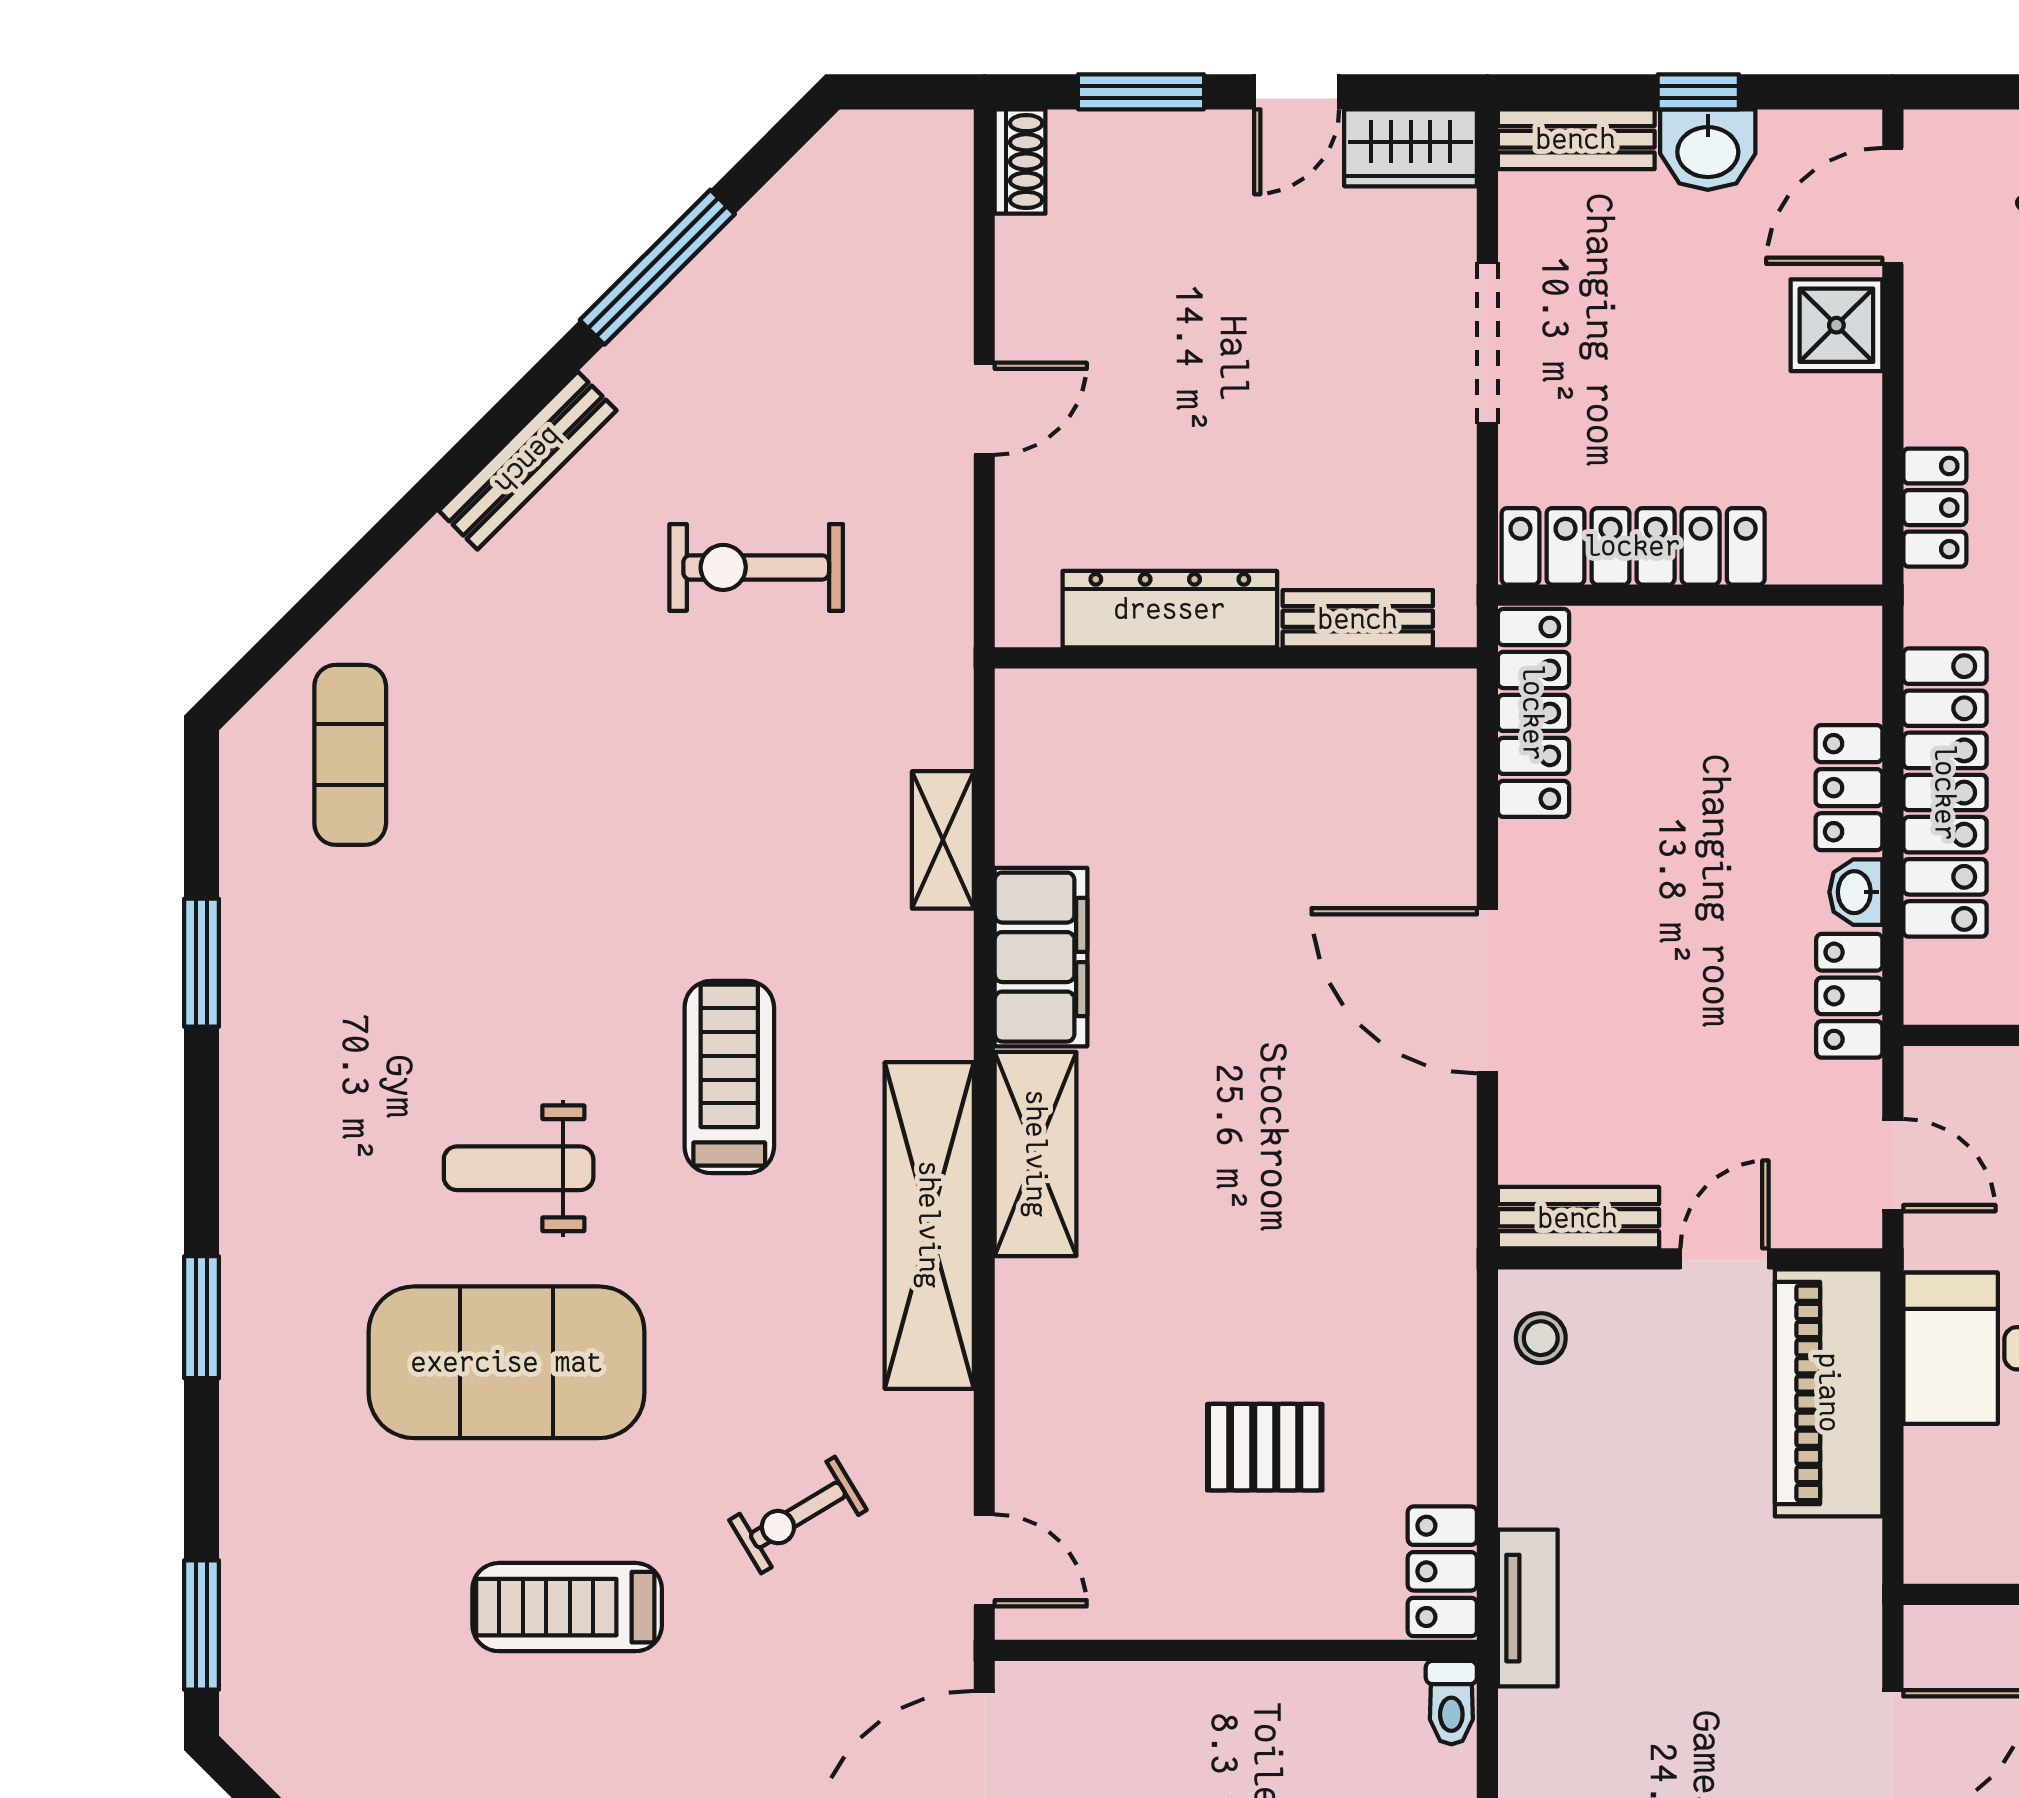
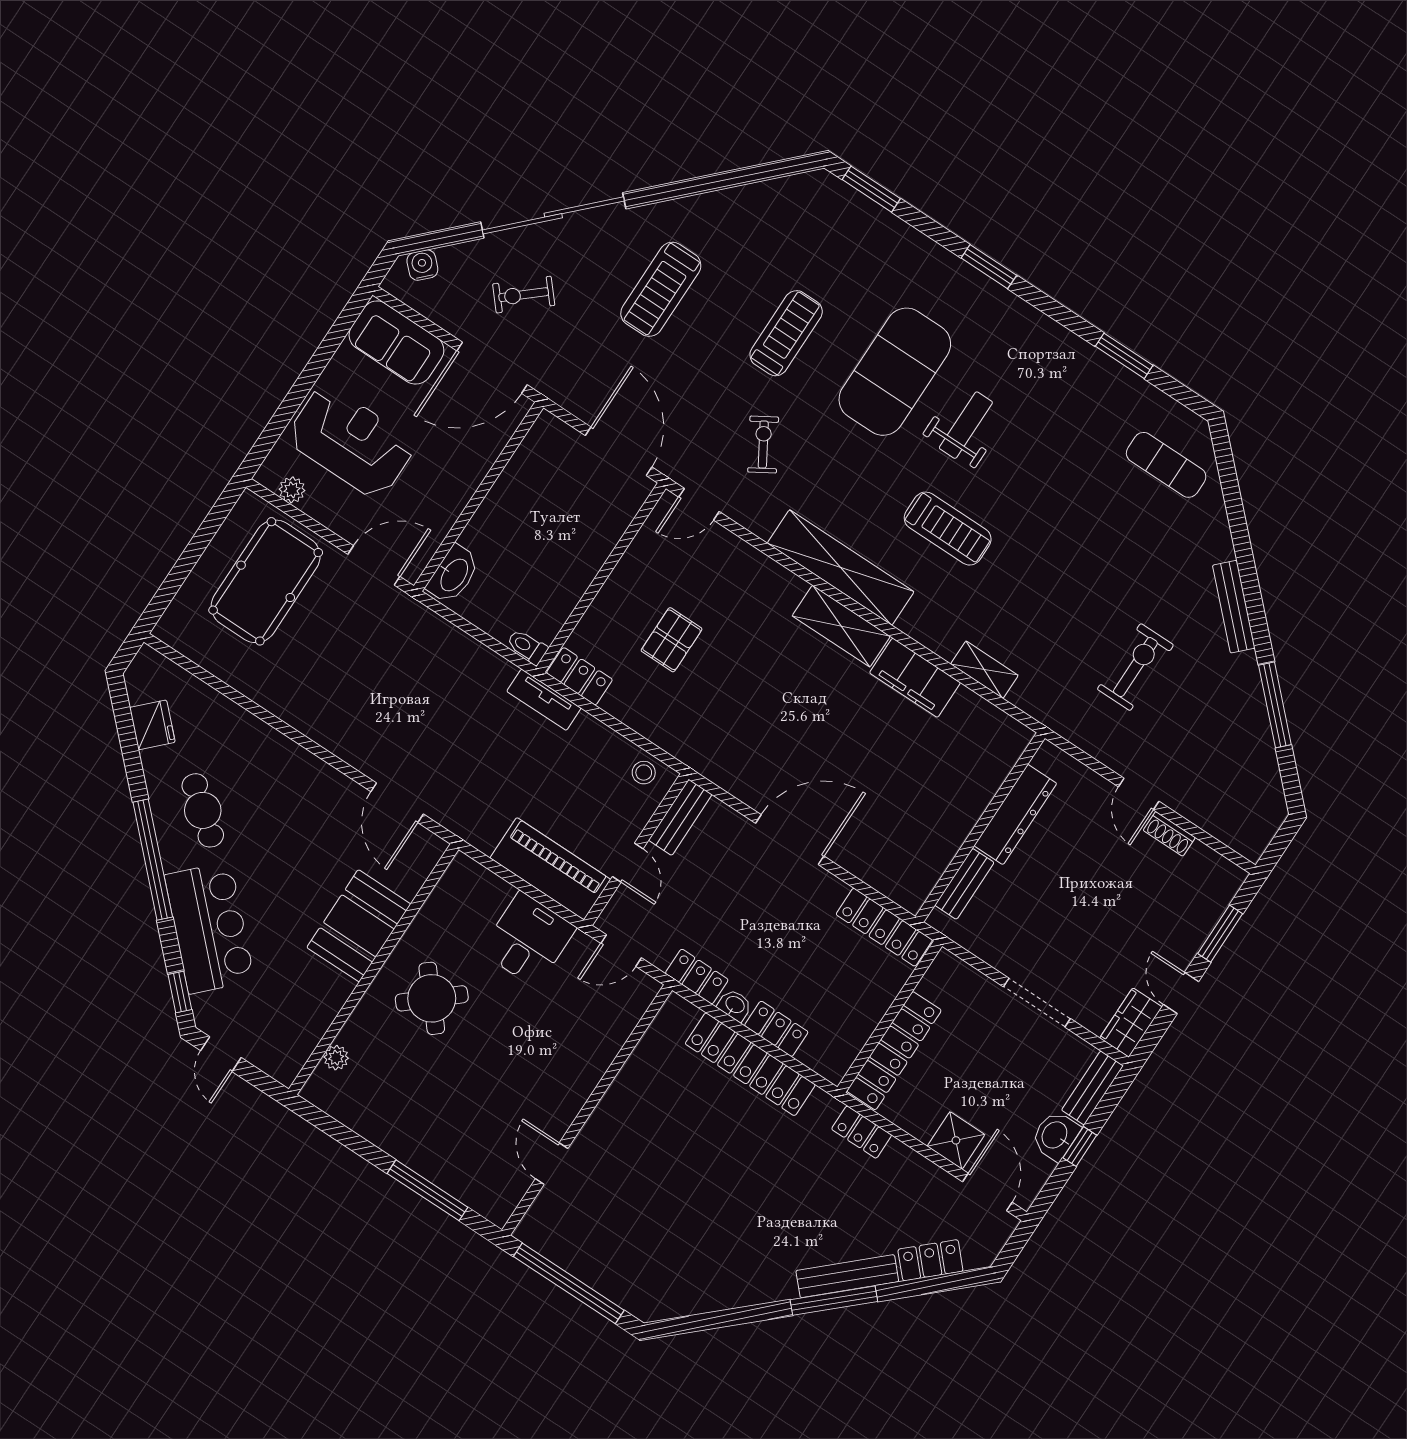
shoe rack: (1020, 162) -> (1169, 834), moved
locker: (1633, 546) -> (894, 1051), moved

